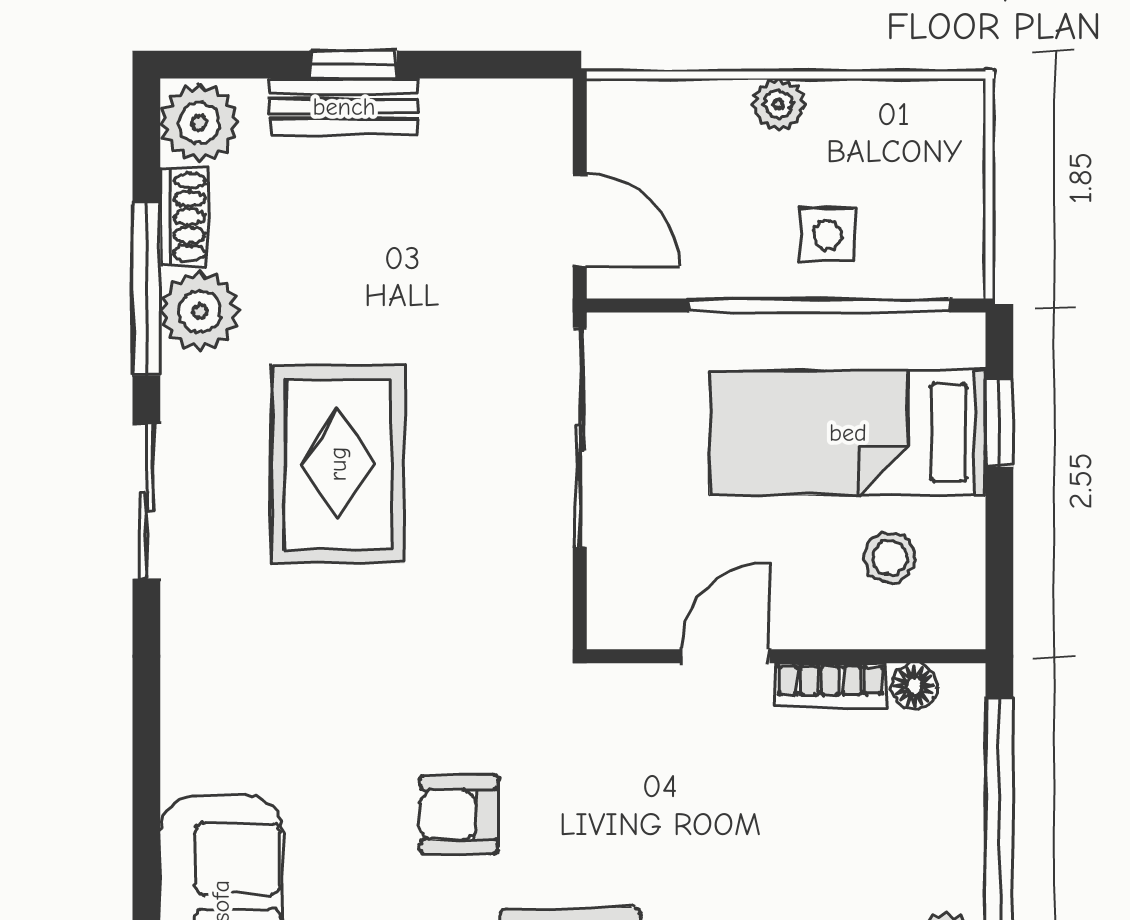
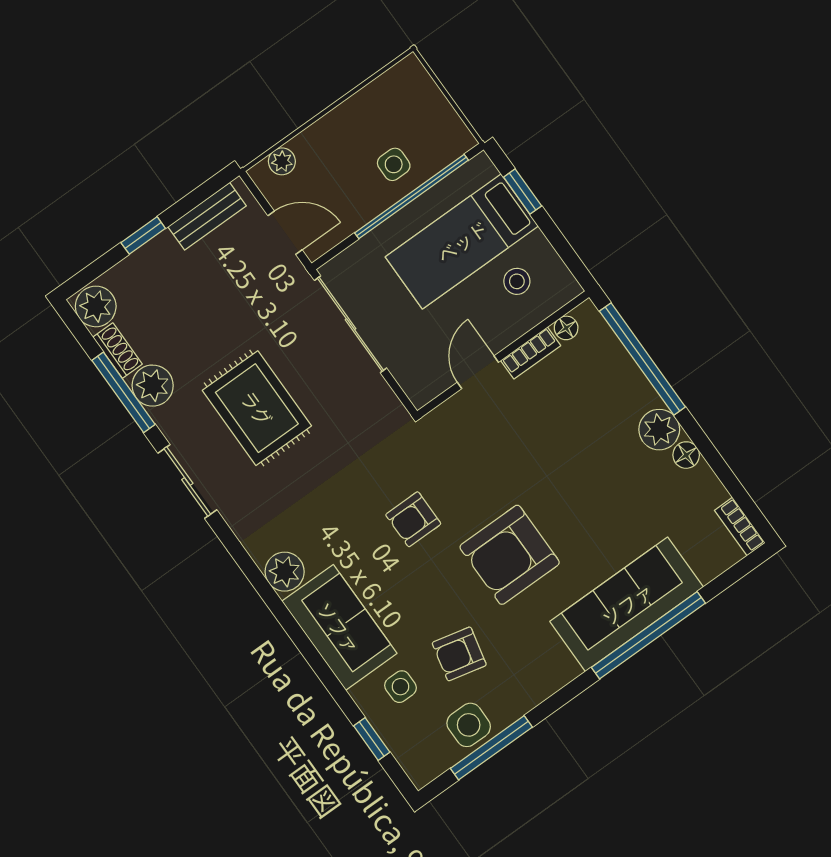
plant: (778, 104) -> (282, 161), moved
bench: (344, 107) -> (207, 216), moved
plant: (198, 752) -> (285, 572), added

